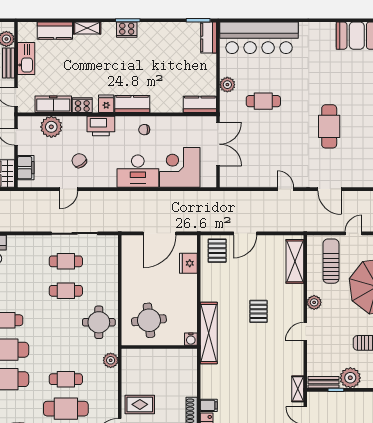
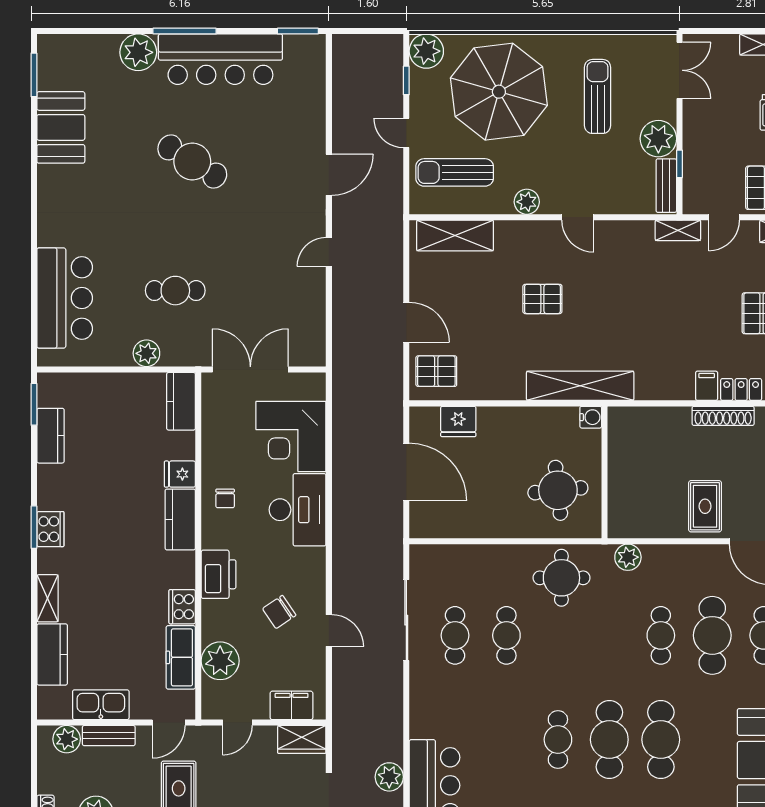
kitchen counter: (209, 38) -> (51, 436), moved, turned -90
bar counter: (259, 38) -> (65, 298), width x0.73
cafe table: (263, 101) -> (175, 291), turned 90
fridge: (106, 104) -> (180, 474), moved
cafe table: (329, 126) -> (192, 162), moved, turned 32

